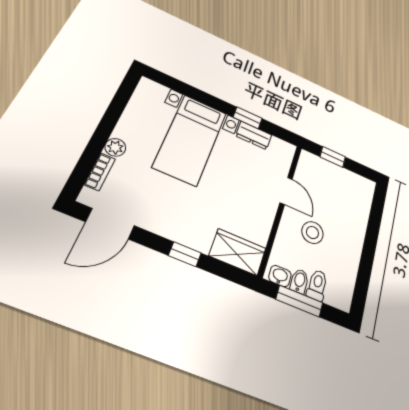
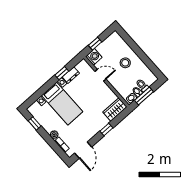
window: (120, 101) -> (35, 123), added
washing machine: (310, 164) -> (94, 57), added
stool: (312, 233) -> (125, 63), moved

